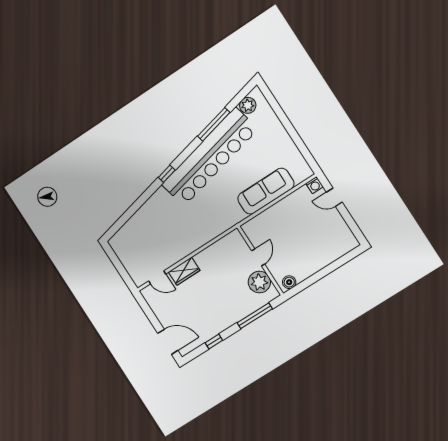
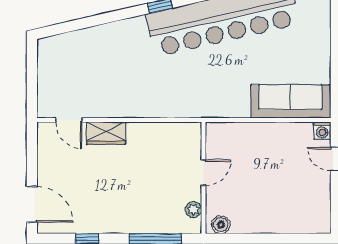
sofa: (266, 191) -> (290, 101), moved
plant: (259, 282) -> (193, 209), width x0.53, depth x0.53

